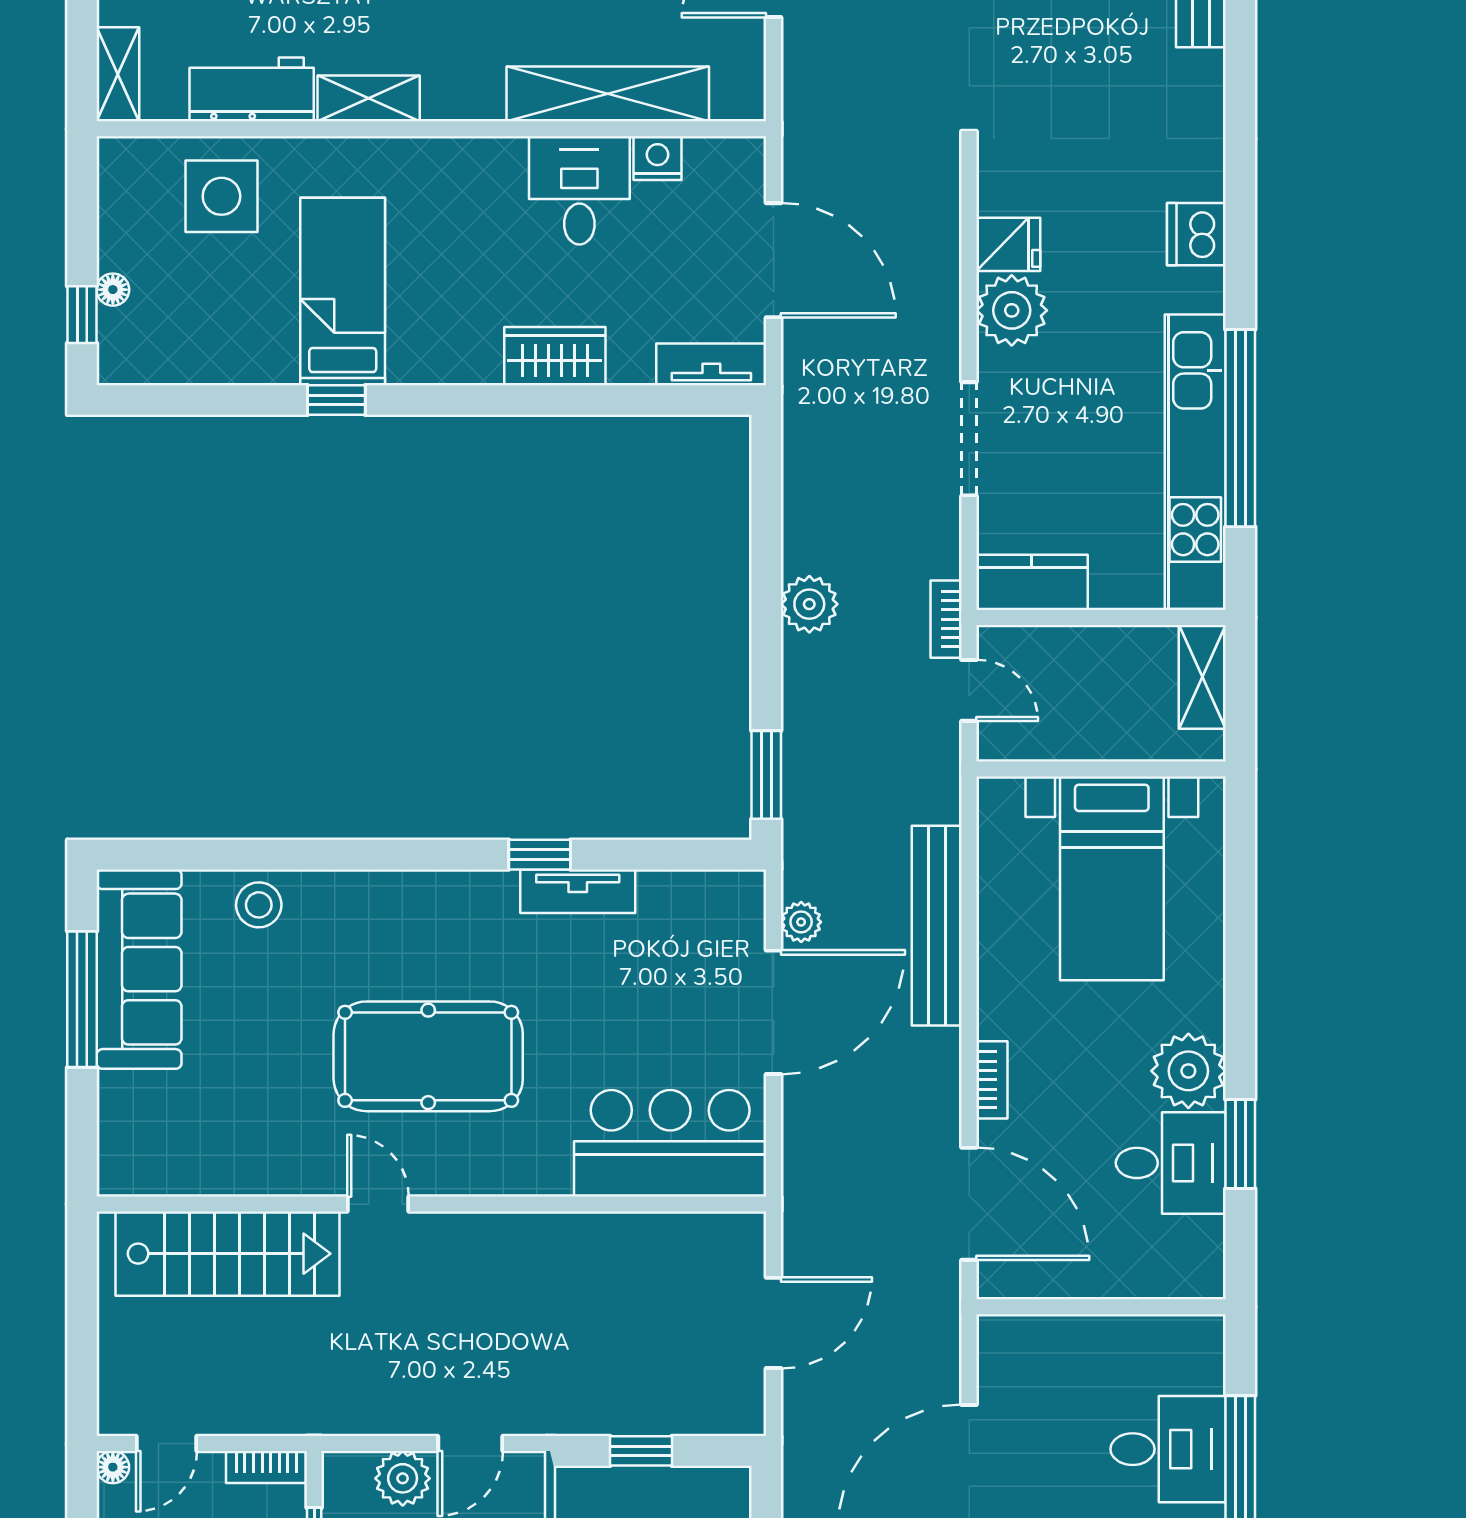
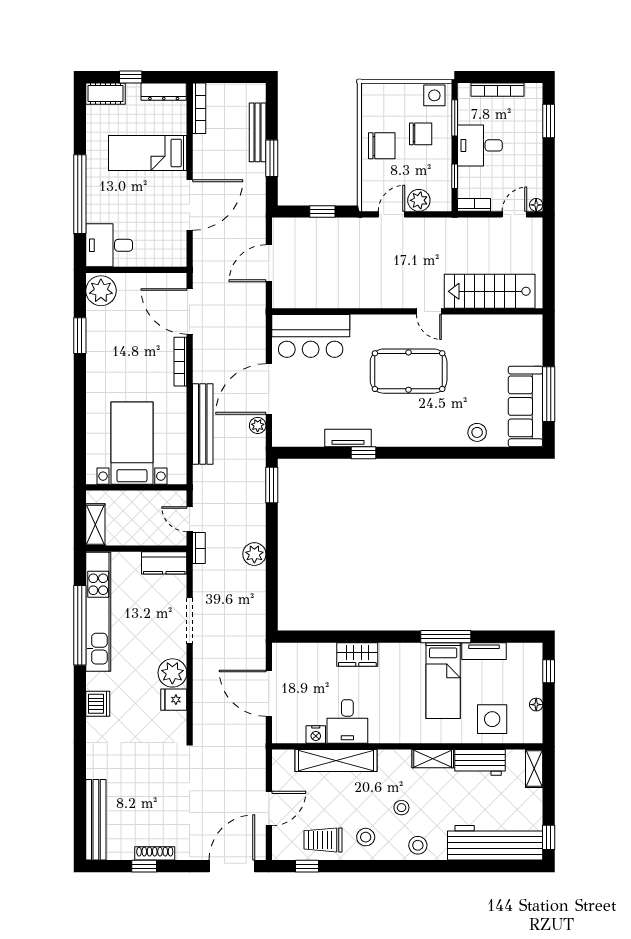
floor lamp: (113, 290) -> (536, 705), moved
tv unit: (711, 364) -> (484, 651), moved
window: (336, 400) -> (446, 637), width x2.17
plant: (1188, 1071) -> (101, 291), moved
bookcase: (992, 1080) -> (180, 362), width x1.56
desk: (1171, 1163) -> (108, 328), removed
desk: (1168, 1449) -> (109, 245), moved

